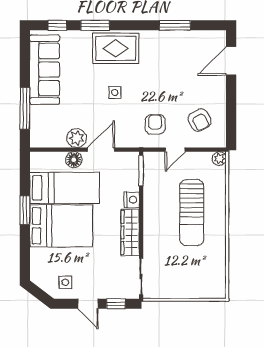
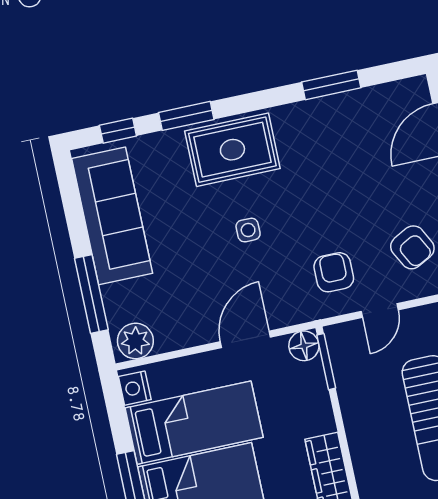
plant: (77, 138) -> (135, 341), moved
floor lamp: (74, 160) -> (304, 346), moved
nightstand: (132, 200) -> (135, 388), moved, turned 180

